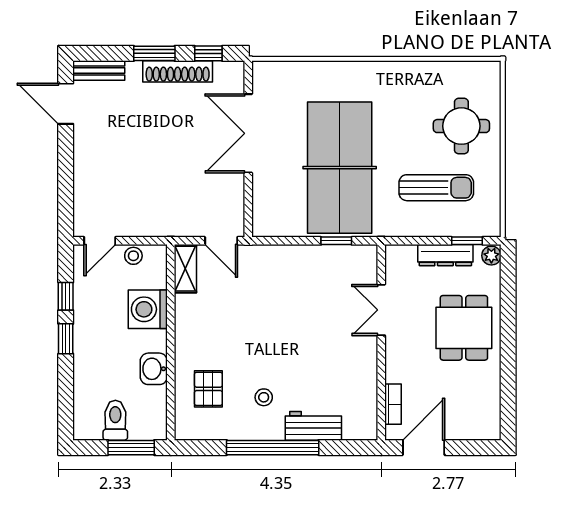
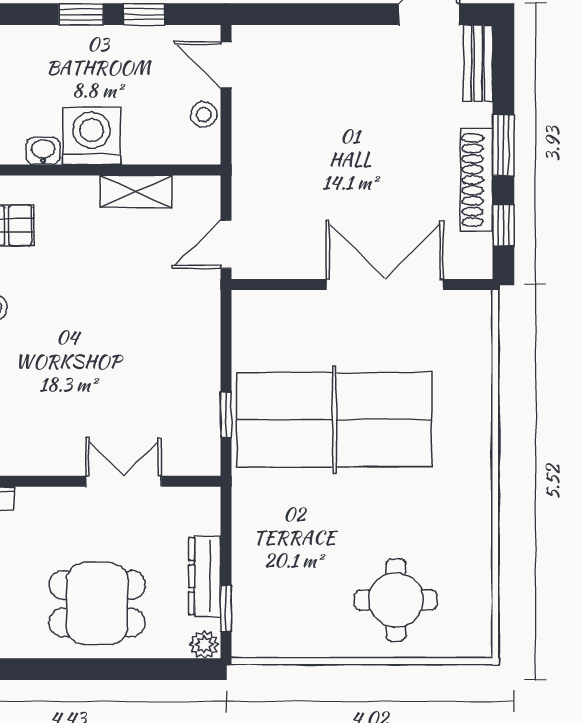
sun lounger: (436, 188) -> (305, 563), removed
shelving: (185, 269) -> (136, 191), moved
washing machine: (148, 309) -> (92, 136), moved
washbasin: (154, 369) -> (43, 151), width x0.72, depth x0.69

